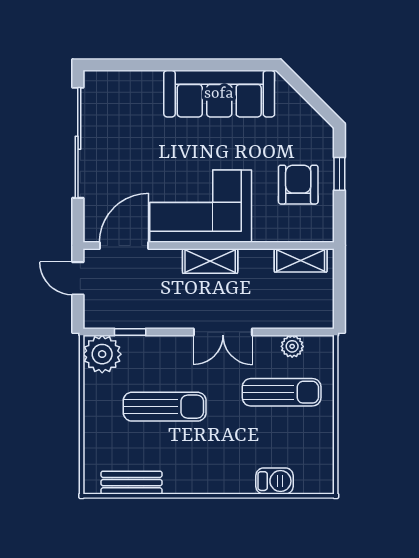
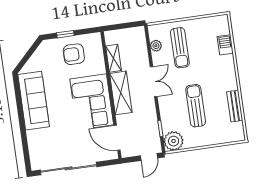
shelving: (301, 260) -> (113, 58), moved
shelving: (210, 261) -> (121, 93), width x1.50, depth x1.33
door: (78, 278) -> (149, 157), moved
sun lounger: (282, 392) -> (180, 48), turned 180
bench: (131, 483) -> (235, 106), moved

